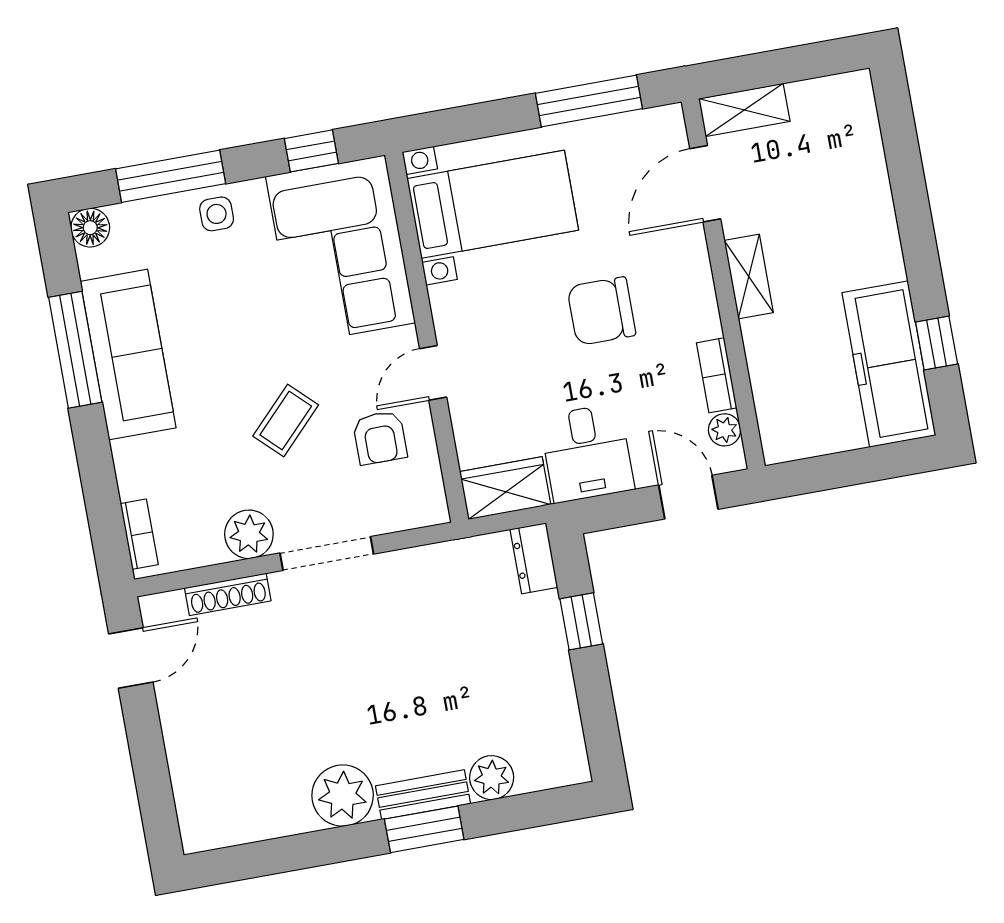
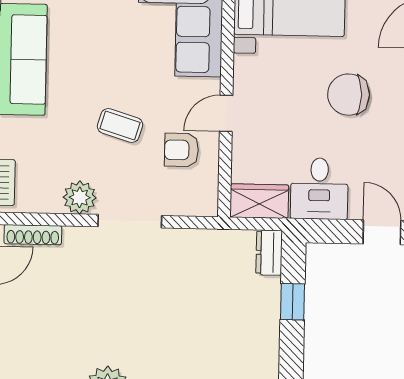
coffee table: (286, 420) -> (120, 126), turned 63
armchair: (380, 438) -> (181, 150), turned 90
shoe rack: (228, 594) -> (33, 235), moved

